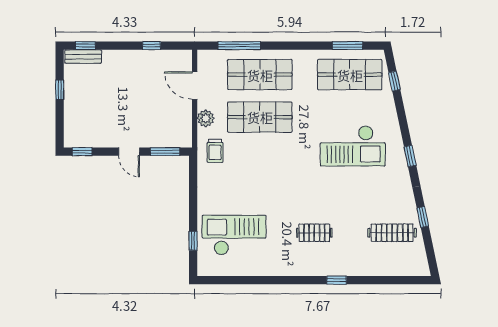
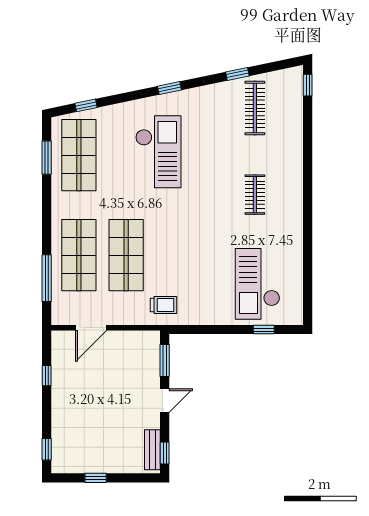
bench: (83, 57) -> (152, 450), moved
plant: (206, 118) -> (128, 316), removed
window: (337, 280) -> (308, 85), moved

